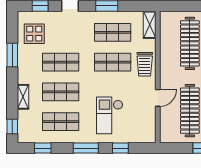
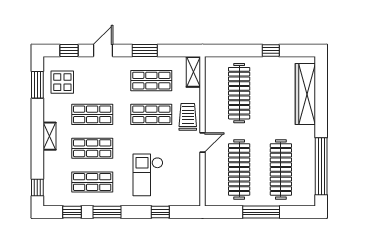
window: (12, 55) -> (37, 85), moved
trolley: (145, 64) -> (188, 117), turned 180
shelving: (23, 97) -> (49, 136), moved
door: (158, 98) -> (203, 142), moved
window: (86, 148) -> (107, 212), moved

